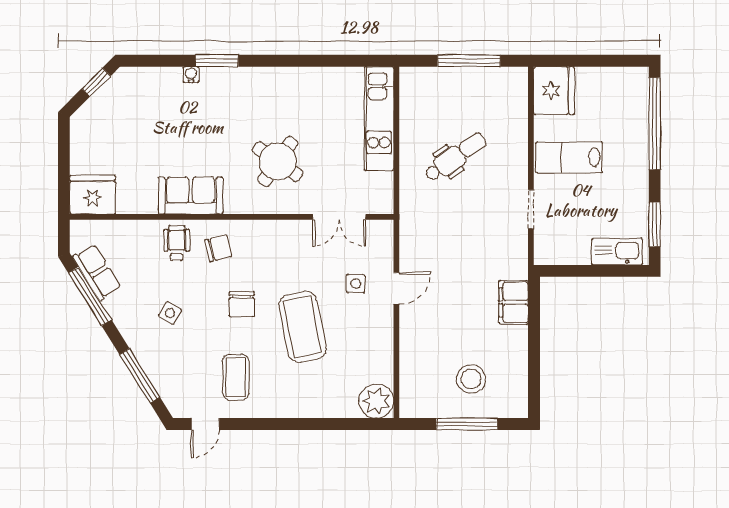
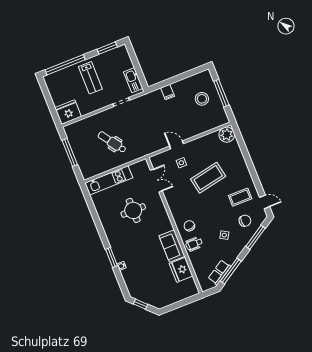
lab bench: (569, 157) -> (90, 78), moved
round table: (278, 161) -> (133, 210), moved, turned -35
fridge: (93, 195) -> (181, 270), moved
kitchen sink: (617, 252) -> (133, 80), moved
filing cabinet: (514, 302) -> (168, 92), width x0.50
chair: (242, 304) -> (245, 221), moved

